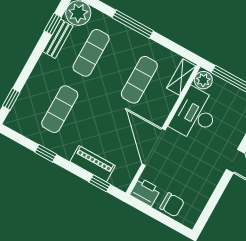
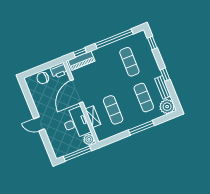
window: (53, 24) -> (165, 75), moved
shelving: (181, 77) -> (93, 117), moved
door: (154, 147) -> (77, 91), swing flipped
window: (46, 153) -> (114, 39), width x3.17
piano: (93, 164) -> (81, 61), moved

